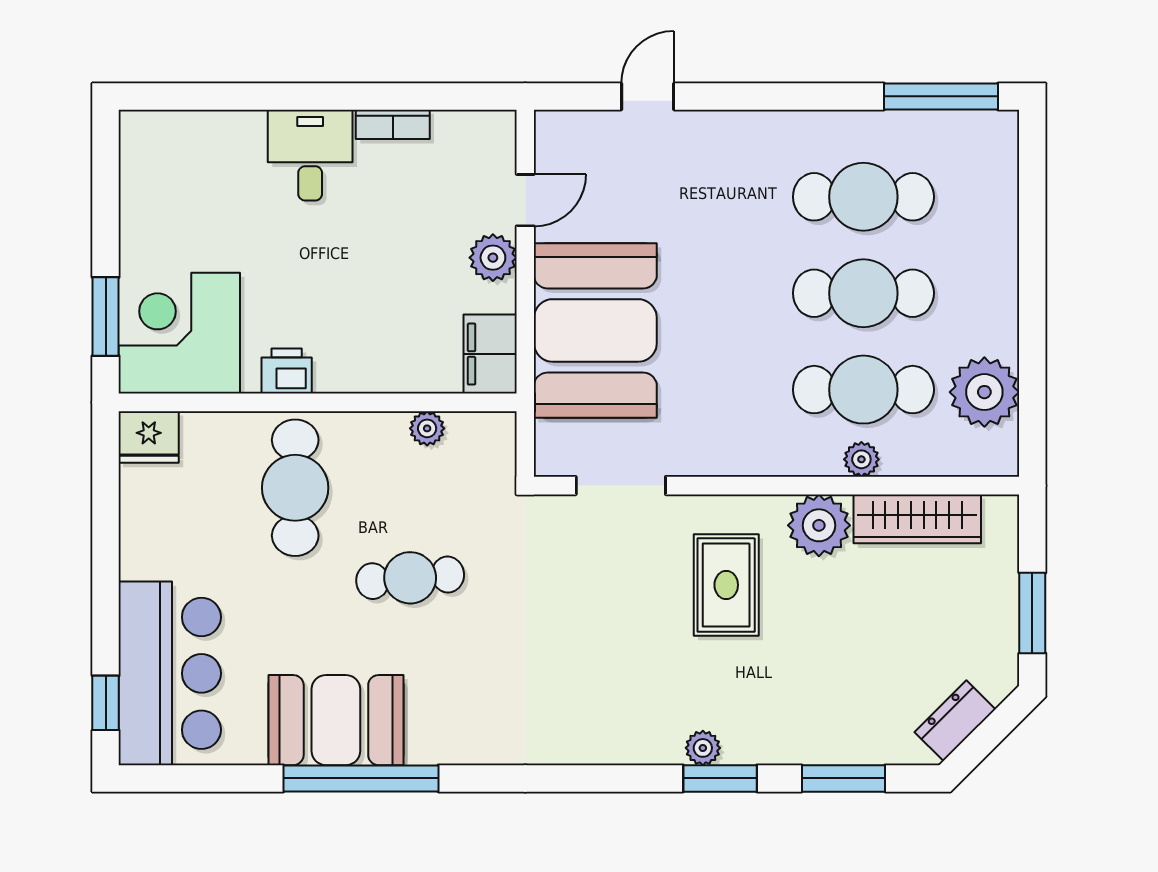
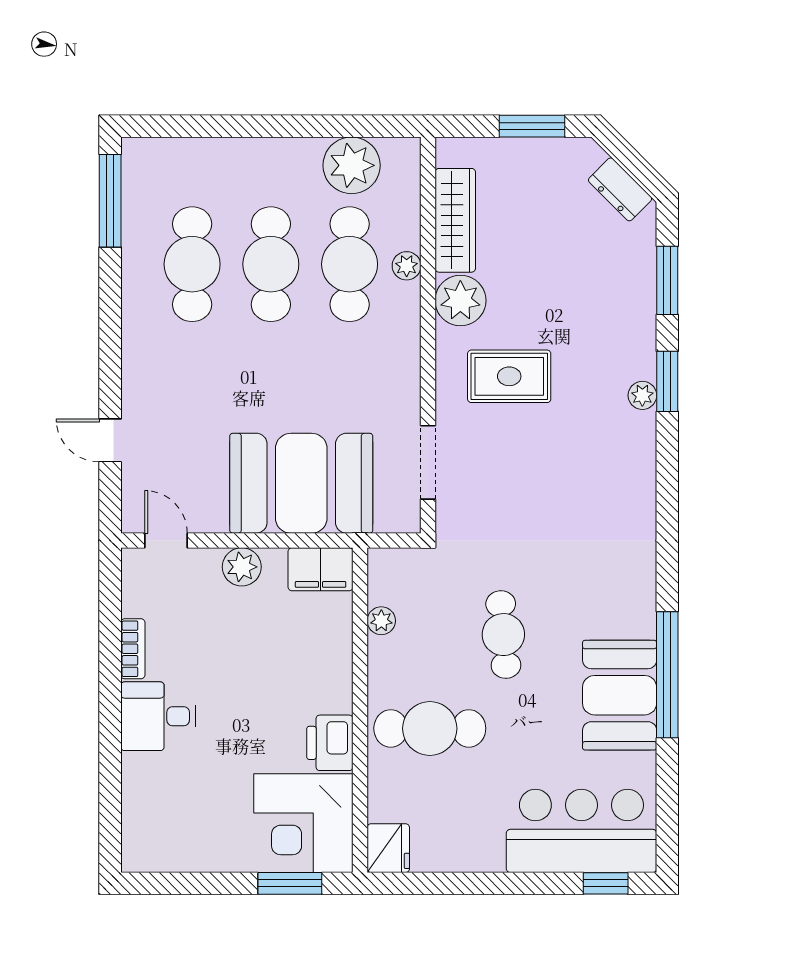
door: (525, 200) -> (166, 540), moved
printer: (287, 371) -> (330, 743), width x1.36, depth x1.24

